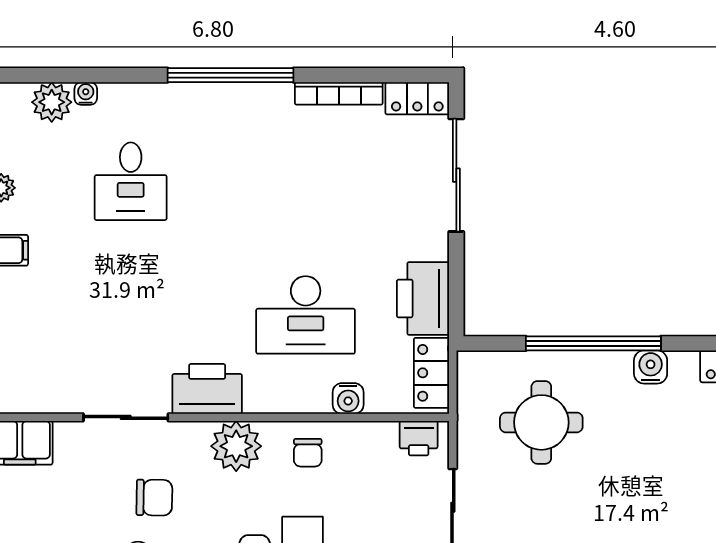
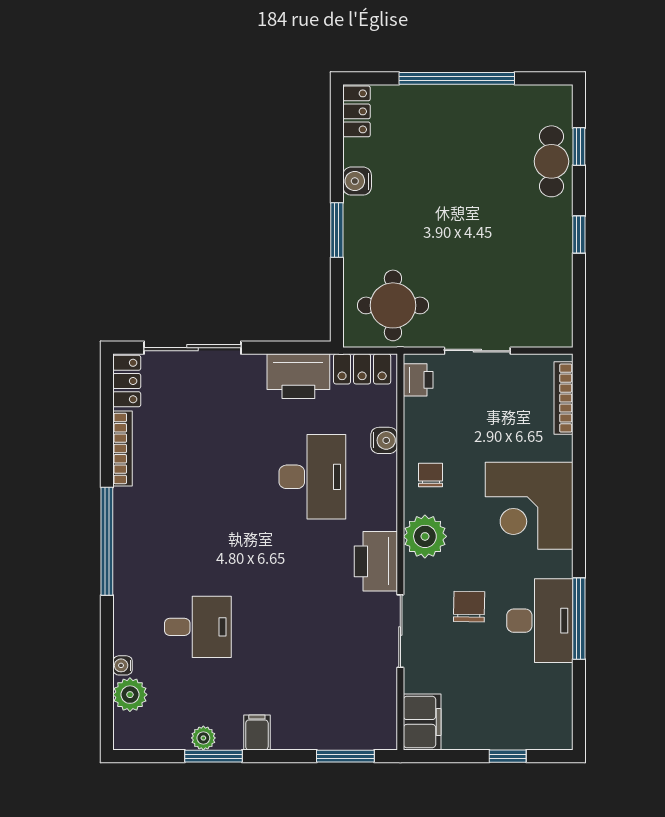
window: (593, 343) -> (337, 230), width x0.47
round table: (541, 422) -> (393, 305), moved
chair: (308, 453) -> (431, 475), turned -90

